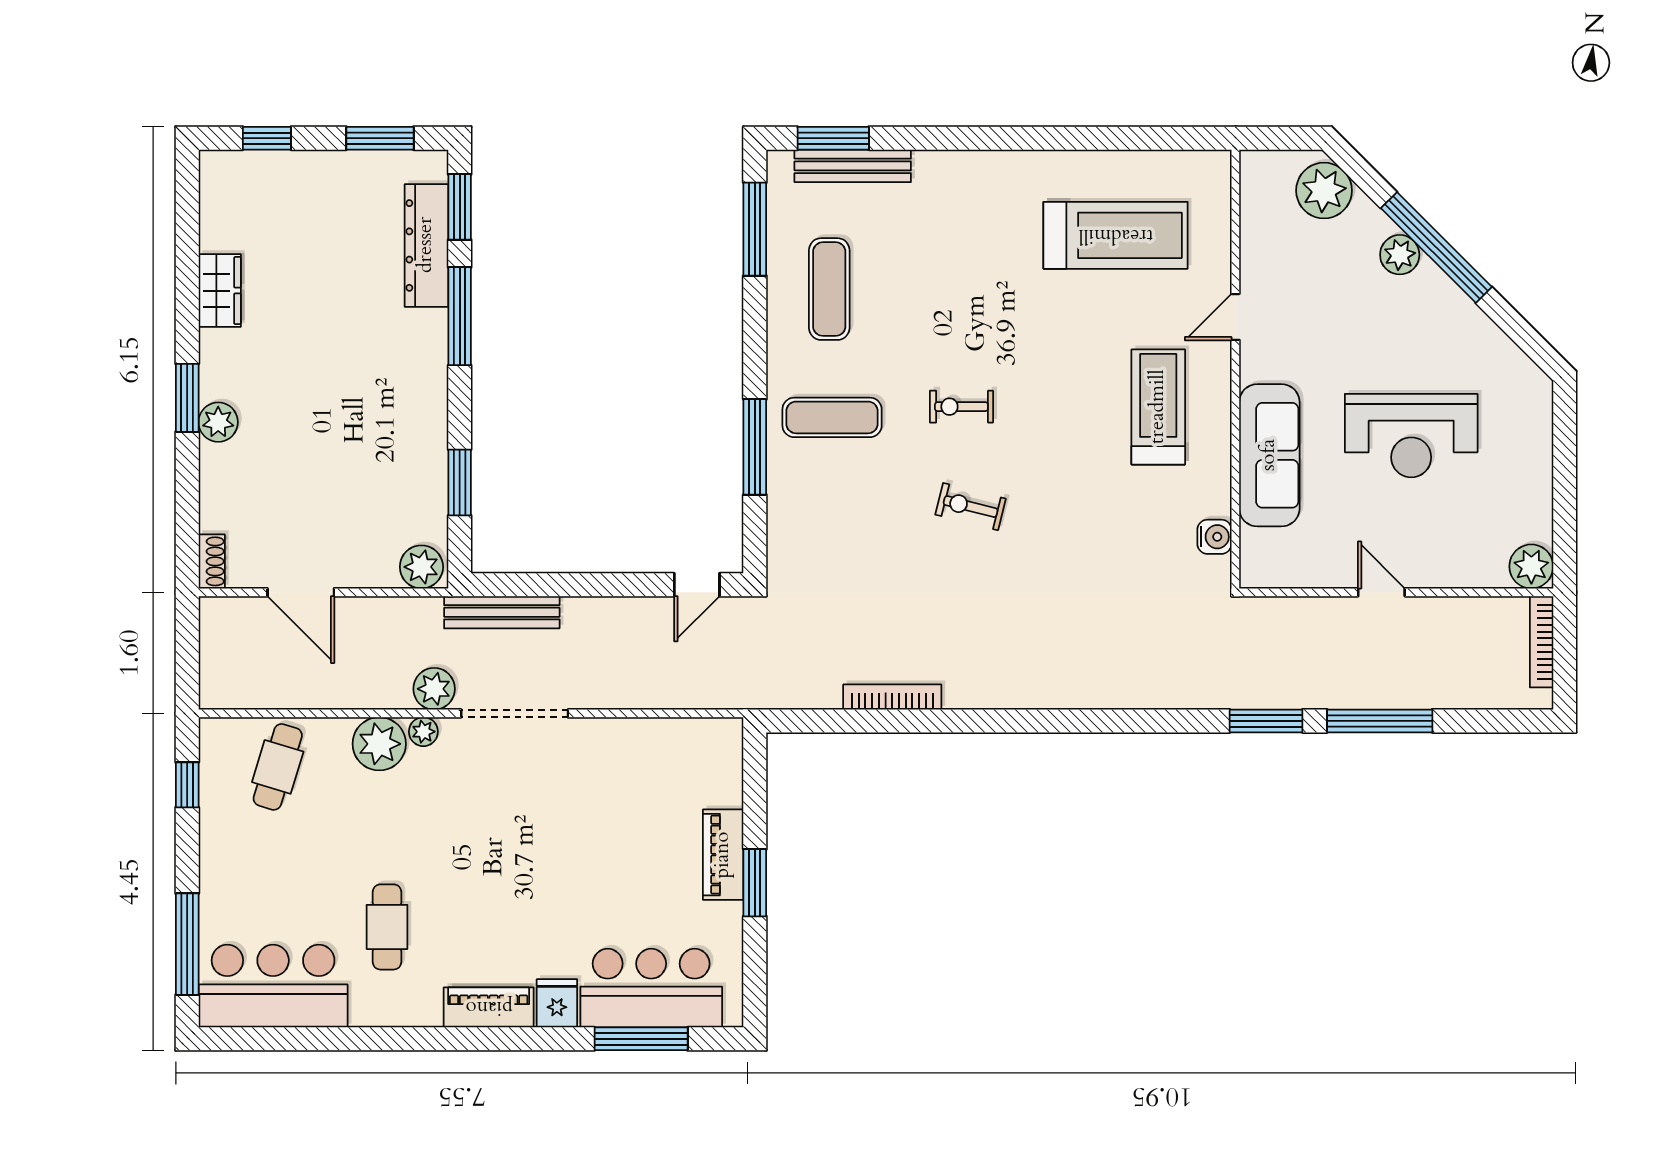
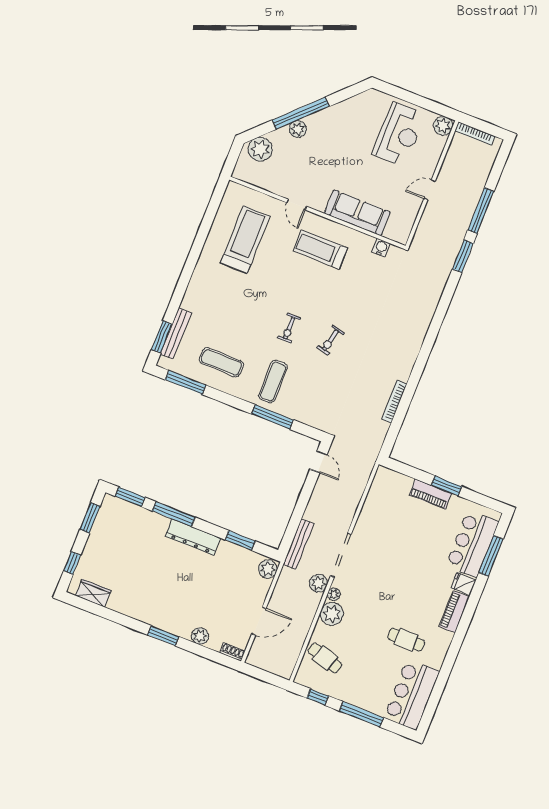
dresser: (426, 245) -> (193, 537), moved
wardrobe: (220, 291) -> (93, 593), moved
plant: (218, 422) -> (200, 636), moved
reception desk: (1411, 436) -> (399, 134), moved
window: (187, 944) -> (361, 714), moved

